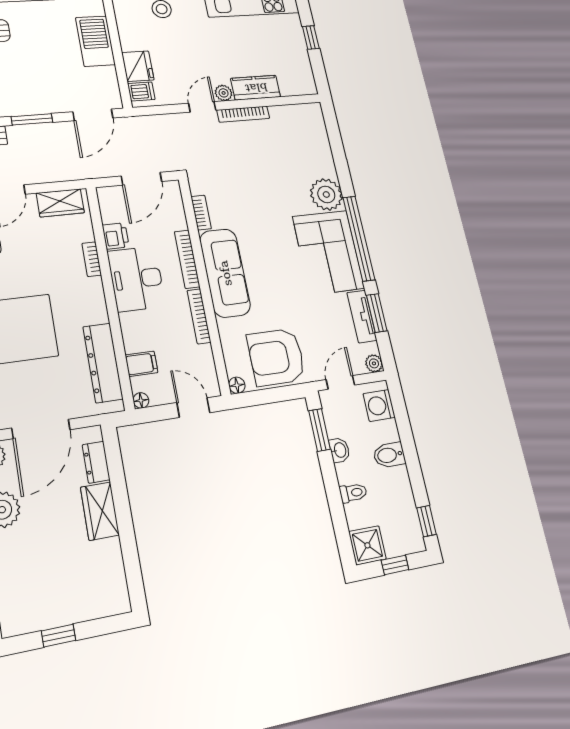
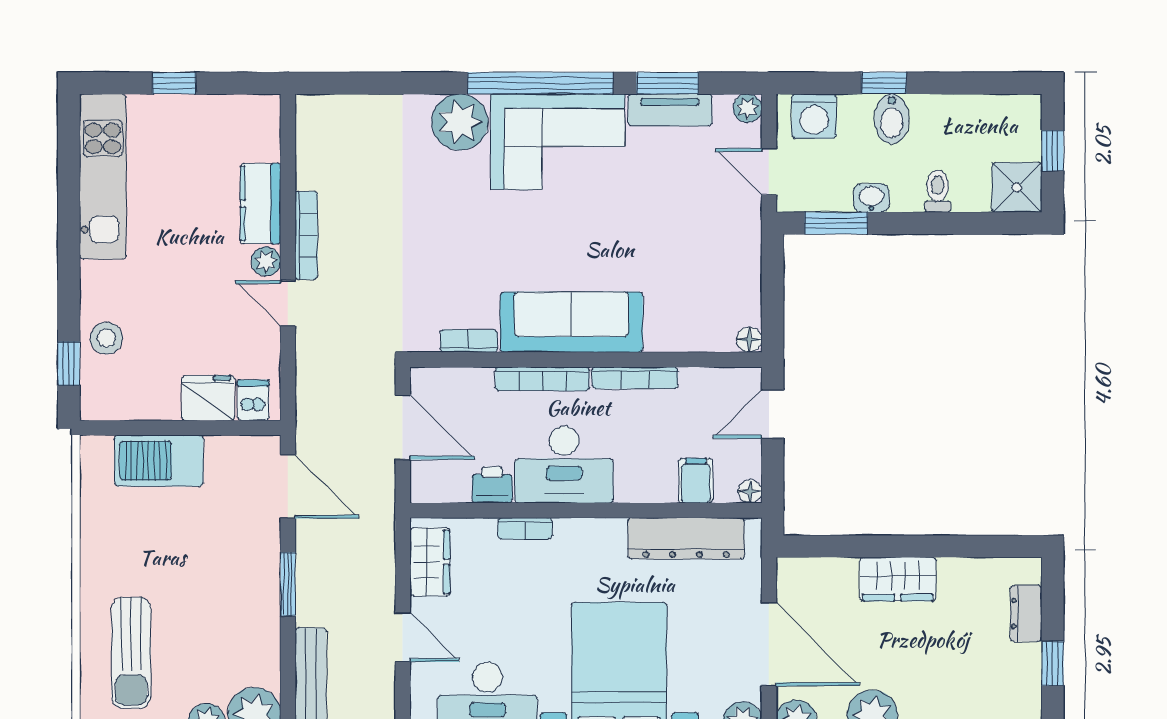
armchair: (276, 357) -> (715, 267), removed
dresser: (96, 462) -> (1026, 613), moved, turned 90
window: (426, 521) -> (884, 83), moved

